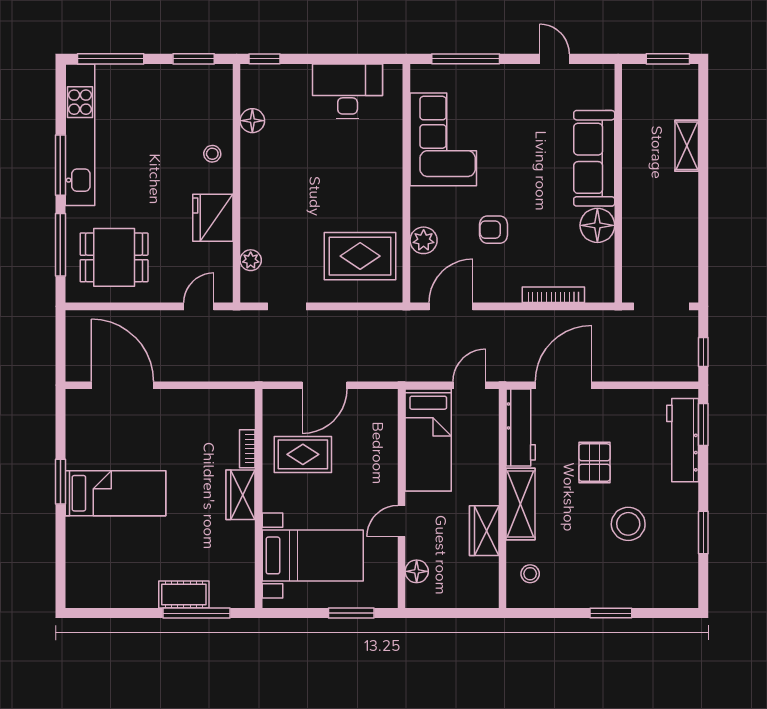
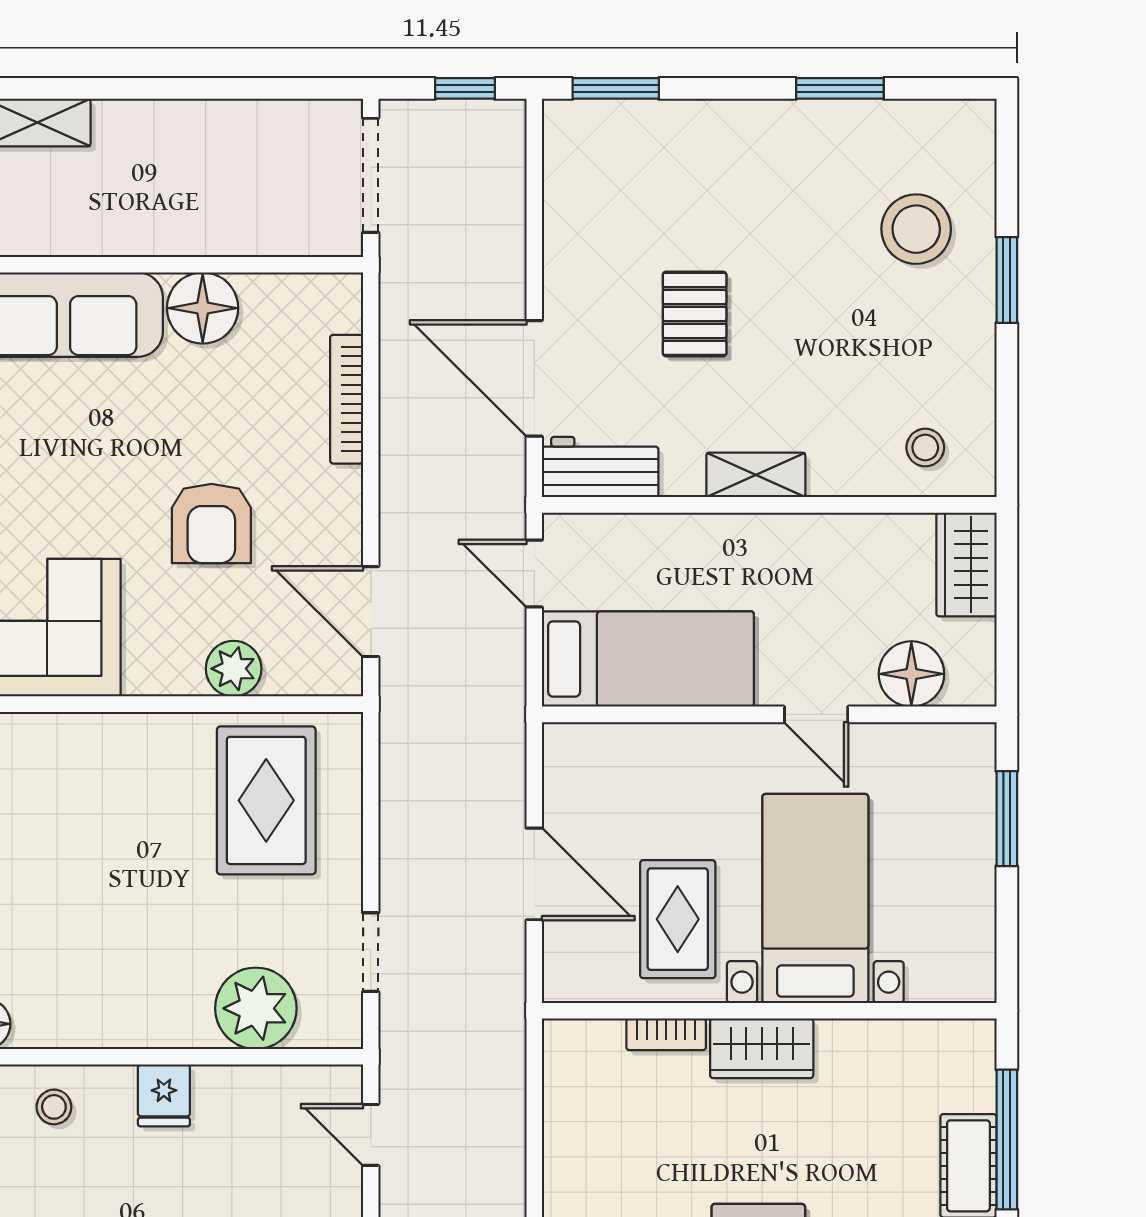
fridge: (213, 218) -> (164, 1095), width x0.53, depth x0.75
armchair: (494, 230) -> (211, 523), width x1.38, depth x1.38
plant: (251, 260) -> (256, 1008), width x1.87, depth x1.87
workbench: (521, 428) -> (600, 467), width x0.73
workbench: (683, 440) -> (648, 131), removed
pallet: (594, 463) -> (695, 314), turned 90
shelving: (520, 504) -> (756, 475), width x0.67, depth x0.75
stool: (628, 524) -> (916, 229), moved
wardrobe: (484, 531) -> (966, 565), moved, turned 90
bed with nightstands: (313, 555) -> (815, 898), moved
floor lamp: (417, 571) -> (911, 674), width x1.38, depth x1.38

